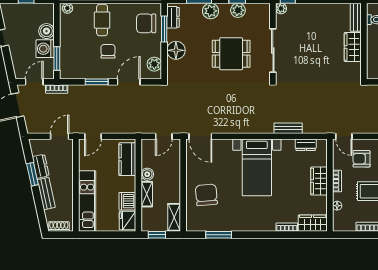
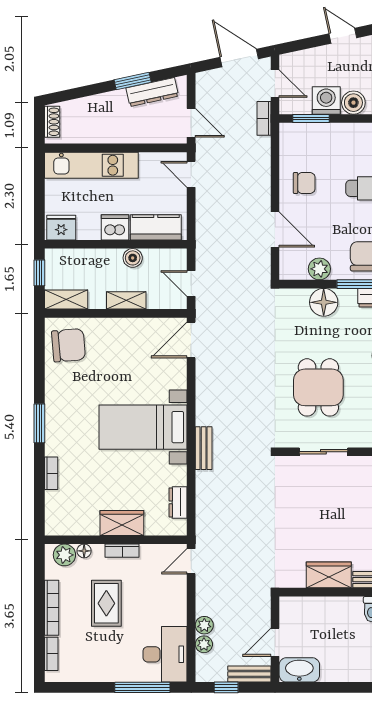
sliding door: (273, 50) -> (323, 452), width x0.73
chair: (108, 51) -> (304, 183), moved
plant: (154, 64) -> (319, 269), moved
window: (97, 82) -> (275, 180), removed
bench: (288, 128) -> (204, 448), moved
armchair: (361, 159) -> (156, 588), removed
dresser: (41, 166) -> (152, 92), width x1.44
bench: (46, 194) -> (103, 102), removed
shelving: (147, 194) -> (126, 300), moved
chair: (206, 195) -> (69, 345), moved
dishwasher: (127, 201) -> (115, 227), moved
plant: (340, 218) -> (64, 555), added
wardrobe: (313, 223) -> (57, 513), removed
window: (219, 235) -> (39, 423), moved

